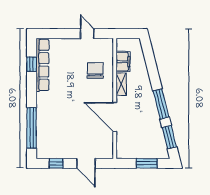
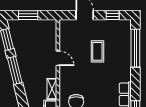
door: (115, 117) -> (58, 58), width x0.53
coffee table: (72, 124) -> (97, 51), added

